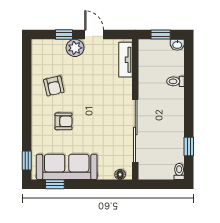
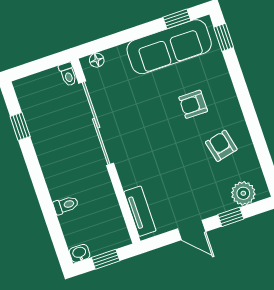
plant: (75, 48) -> (243, 193), moved
toilet: (179, 172) -> (68, 74), moved

